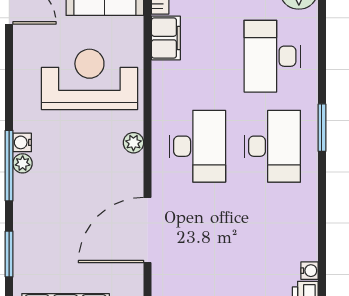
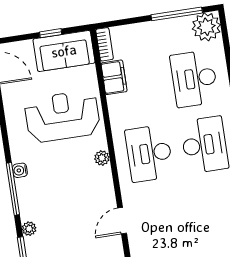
desk: (197, 146) -> (149, 153), turned 180
plant: (23, 163) -> (29, 229), moved
door: (148, 230) -> (122, 221), width x0.53

